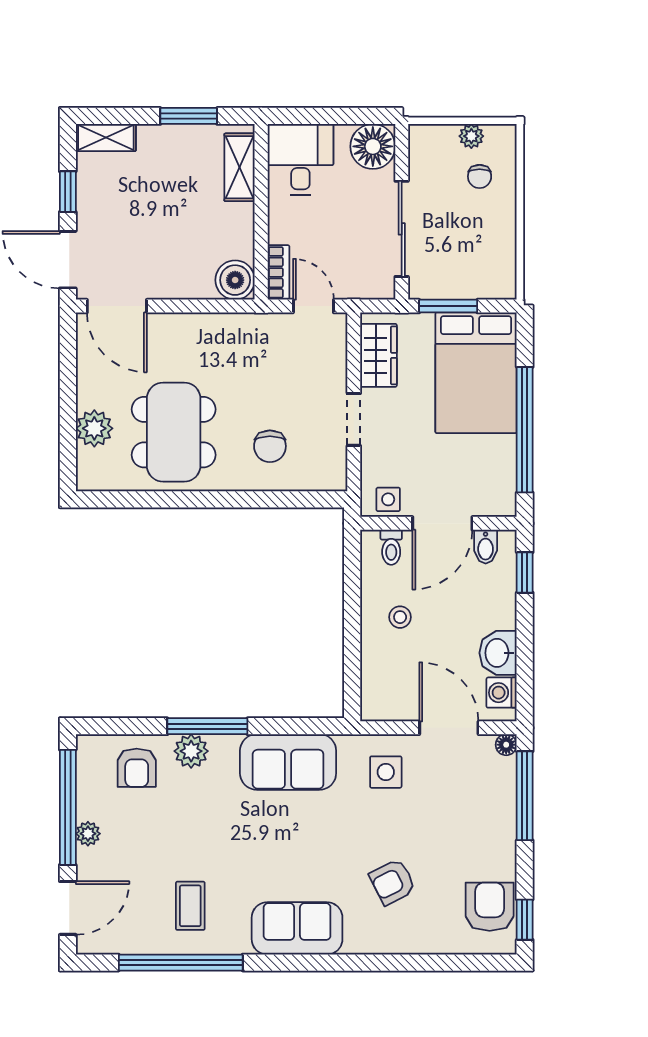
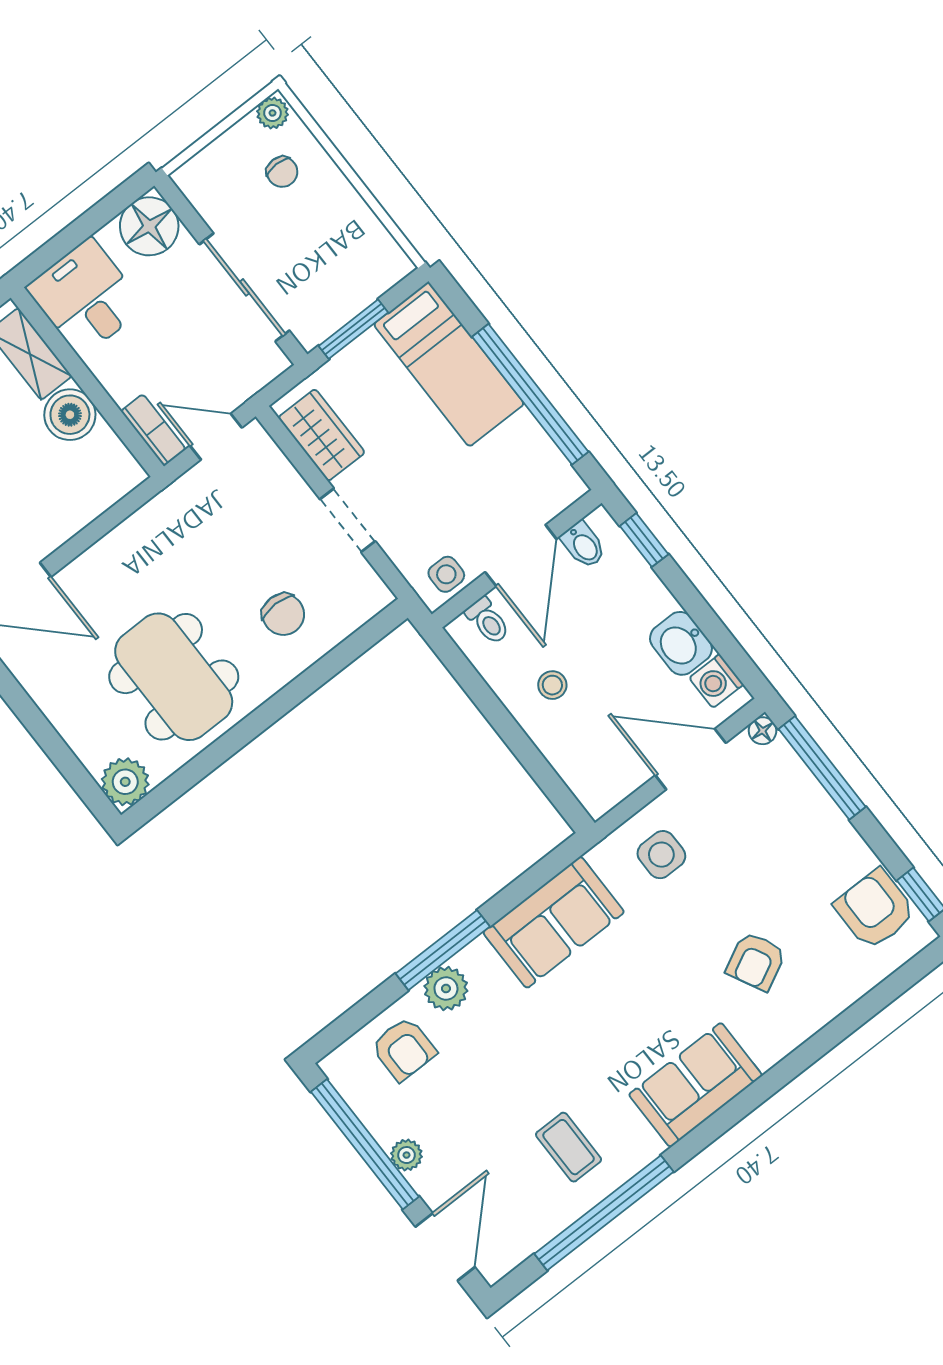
plant: (471, 136) -> (272, 113), moved
boiler: (235, 280) -> (70, 415), moved
bed: (476, 373) -> (449, 364), width x0.67
plant: (94, 428) -> (125, 782), moved

